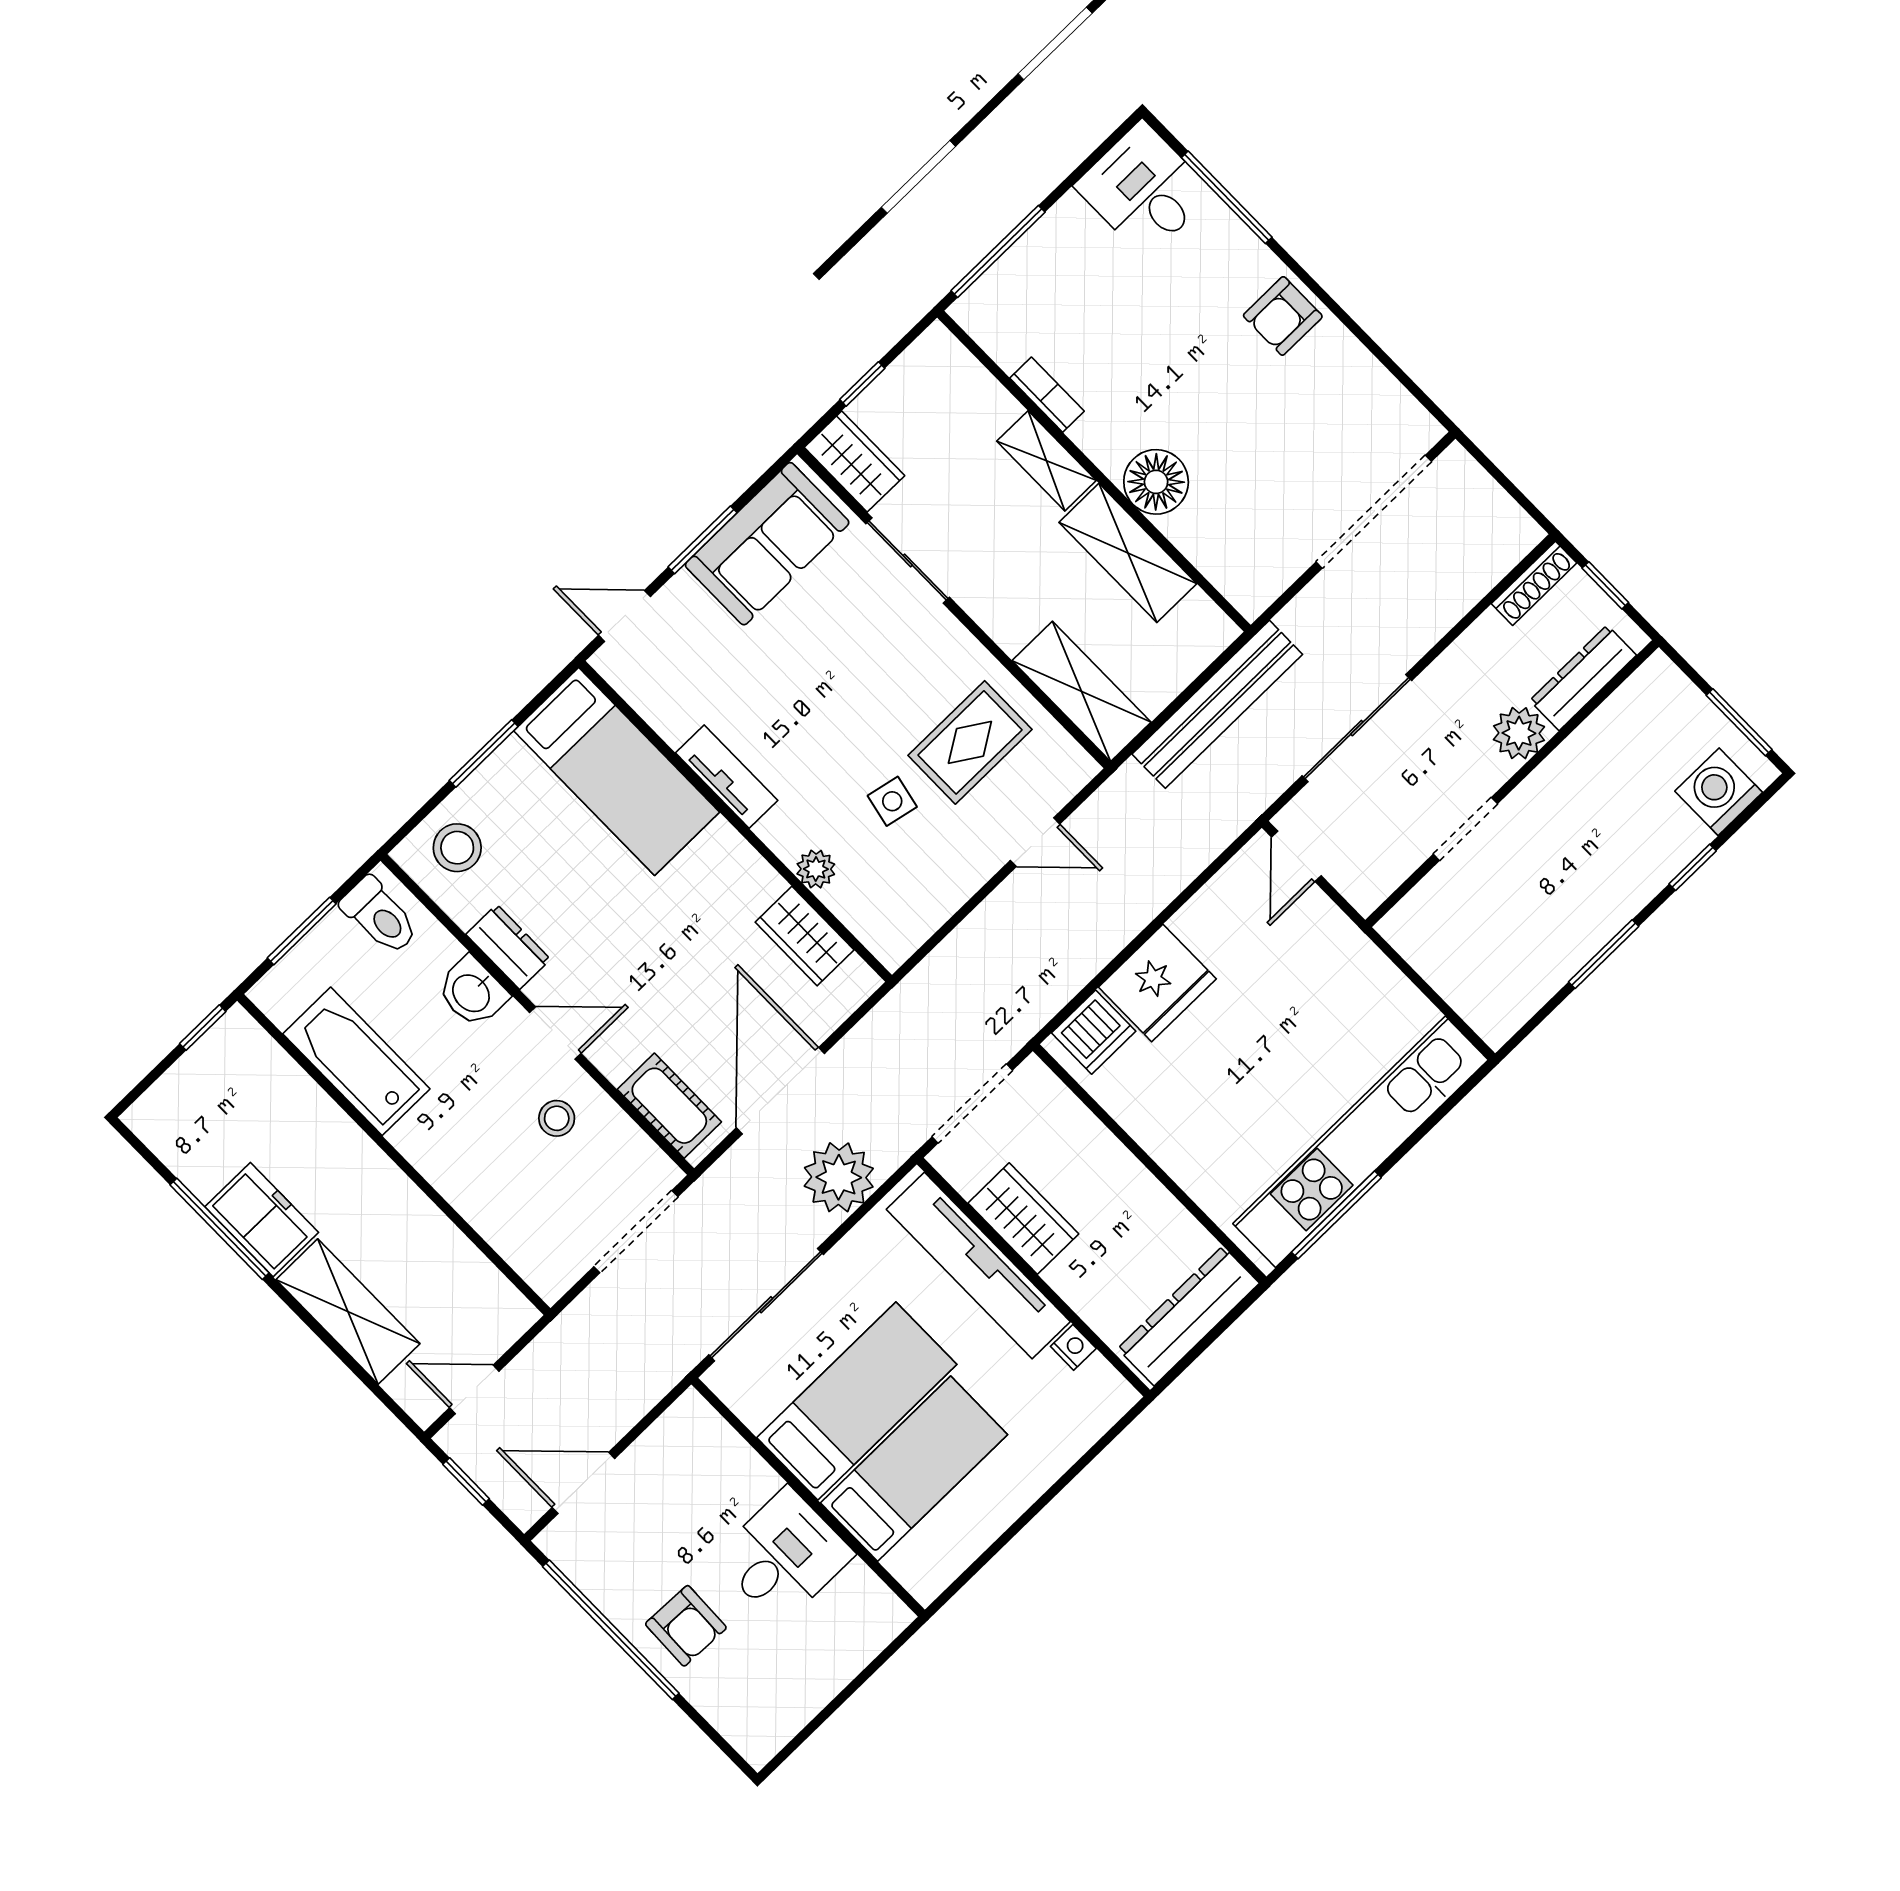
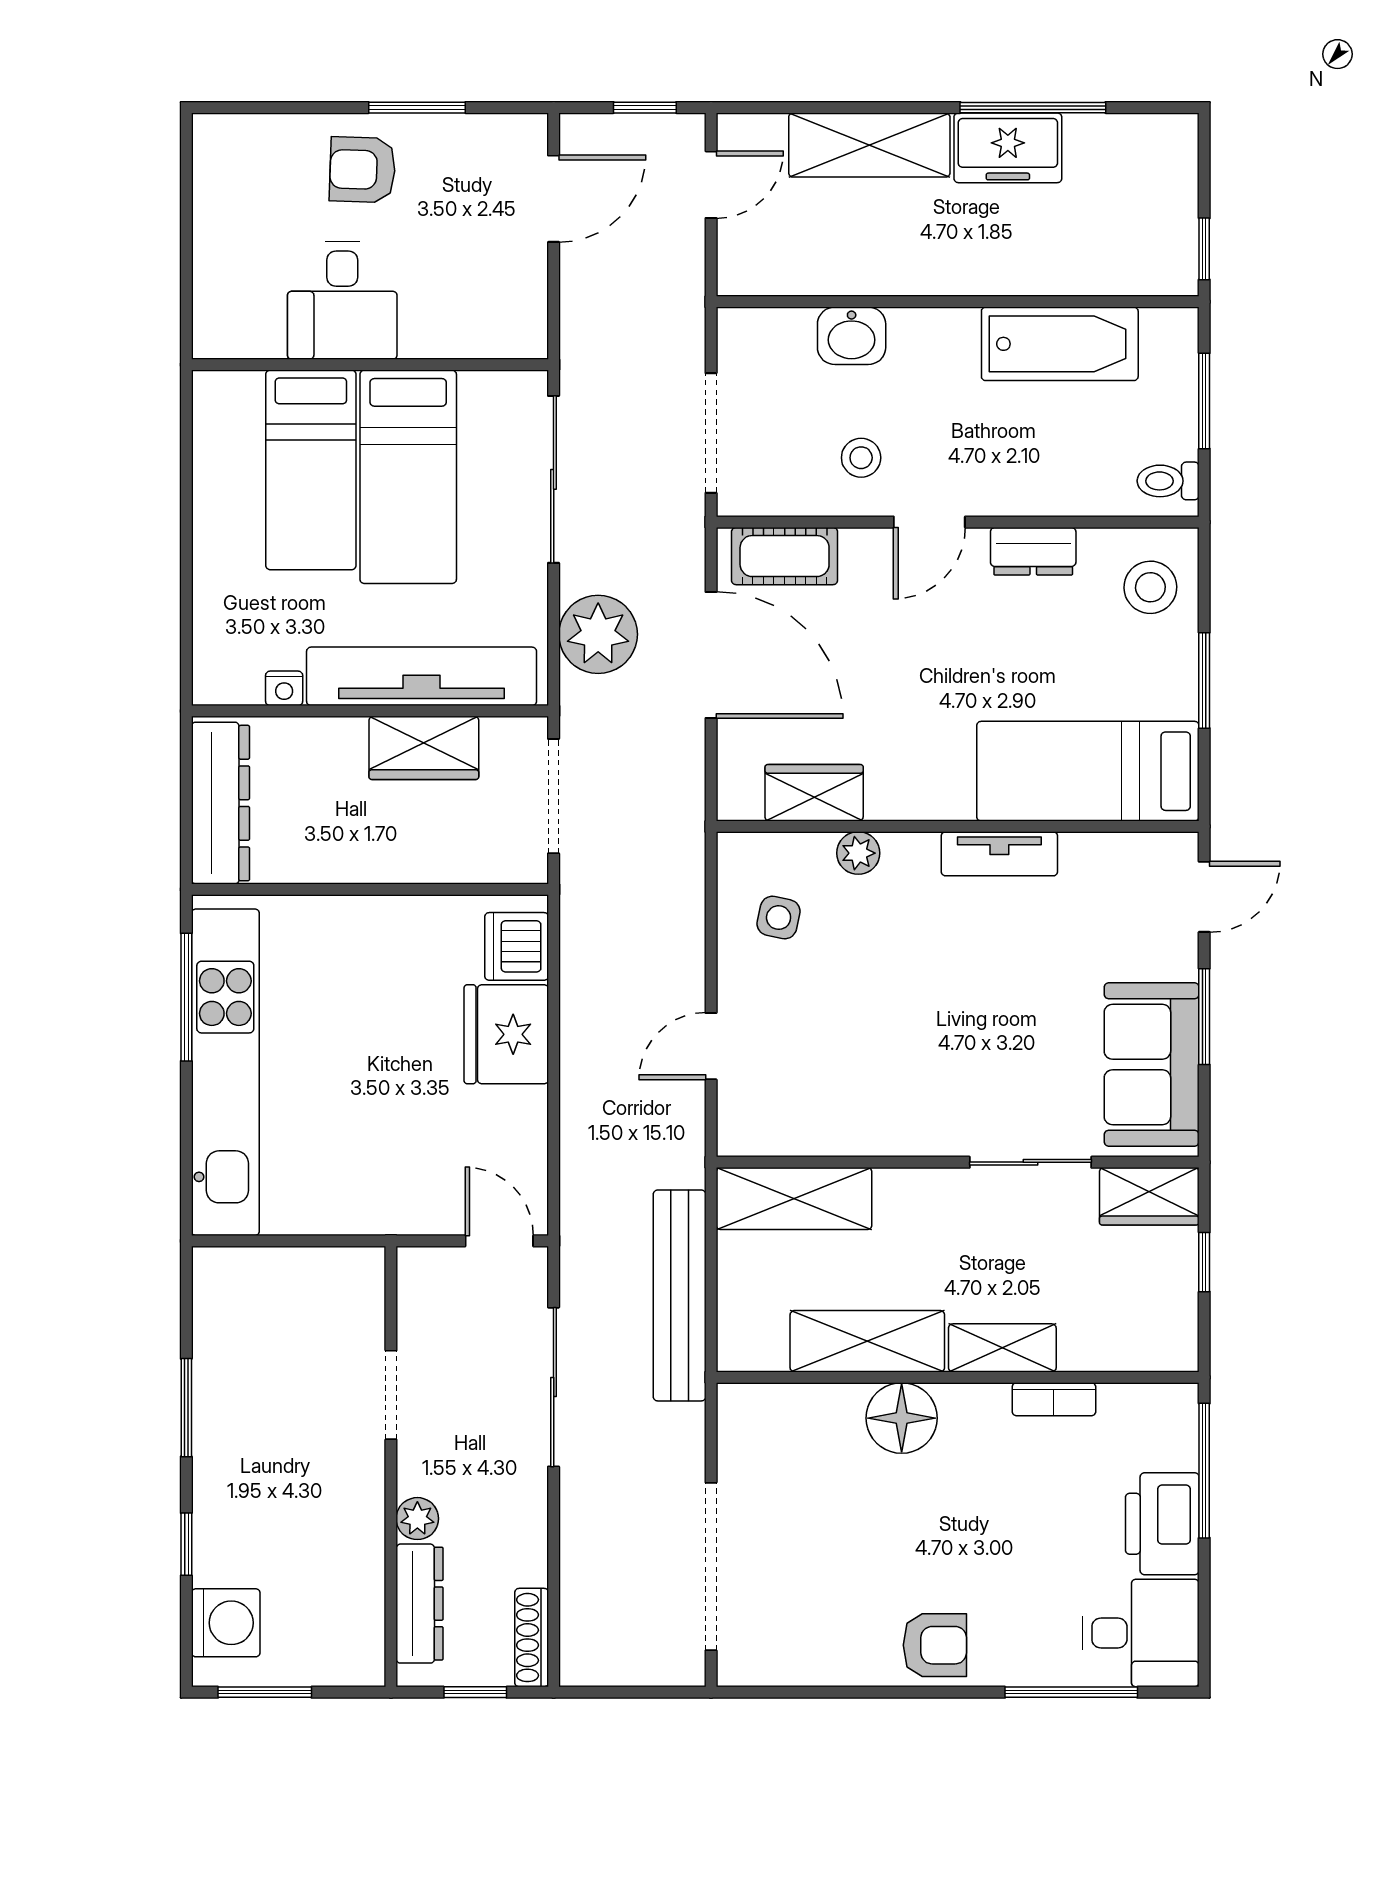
printer: (1059, 245) -> (1162, 1524), added
armchair: (1283, 316) -> (935, 1645), turned 90
plant: (1519, 733) -> (417, 1519), width x0.73, depth x0.73
rug: (970, 742) -> (839, 1072), removed
side table: (892, 801) -> (779, 918), moved
toilet: (380, 916) -> (1168, 481), width x0.73, depth x0.72
washbasin: (472, 992) -> (852, 336), moved, turned 180
window: (611, 1630) -> (417, 108), width x0.47

